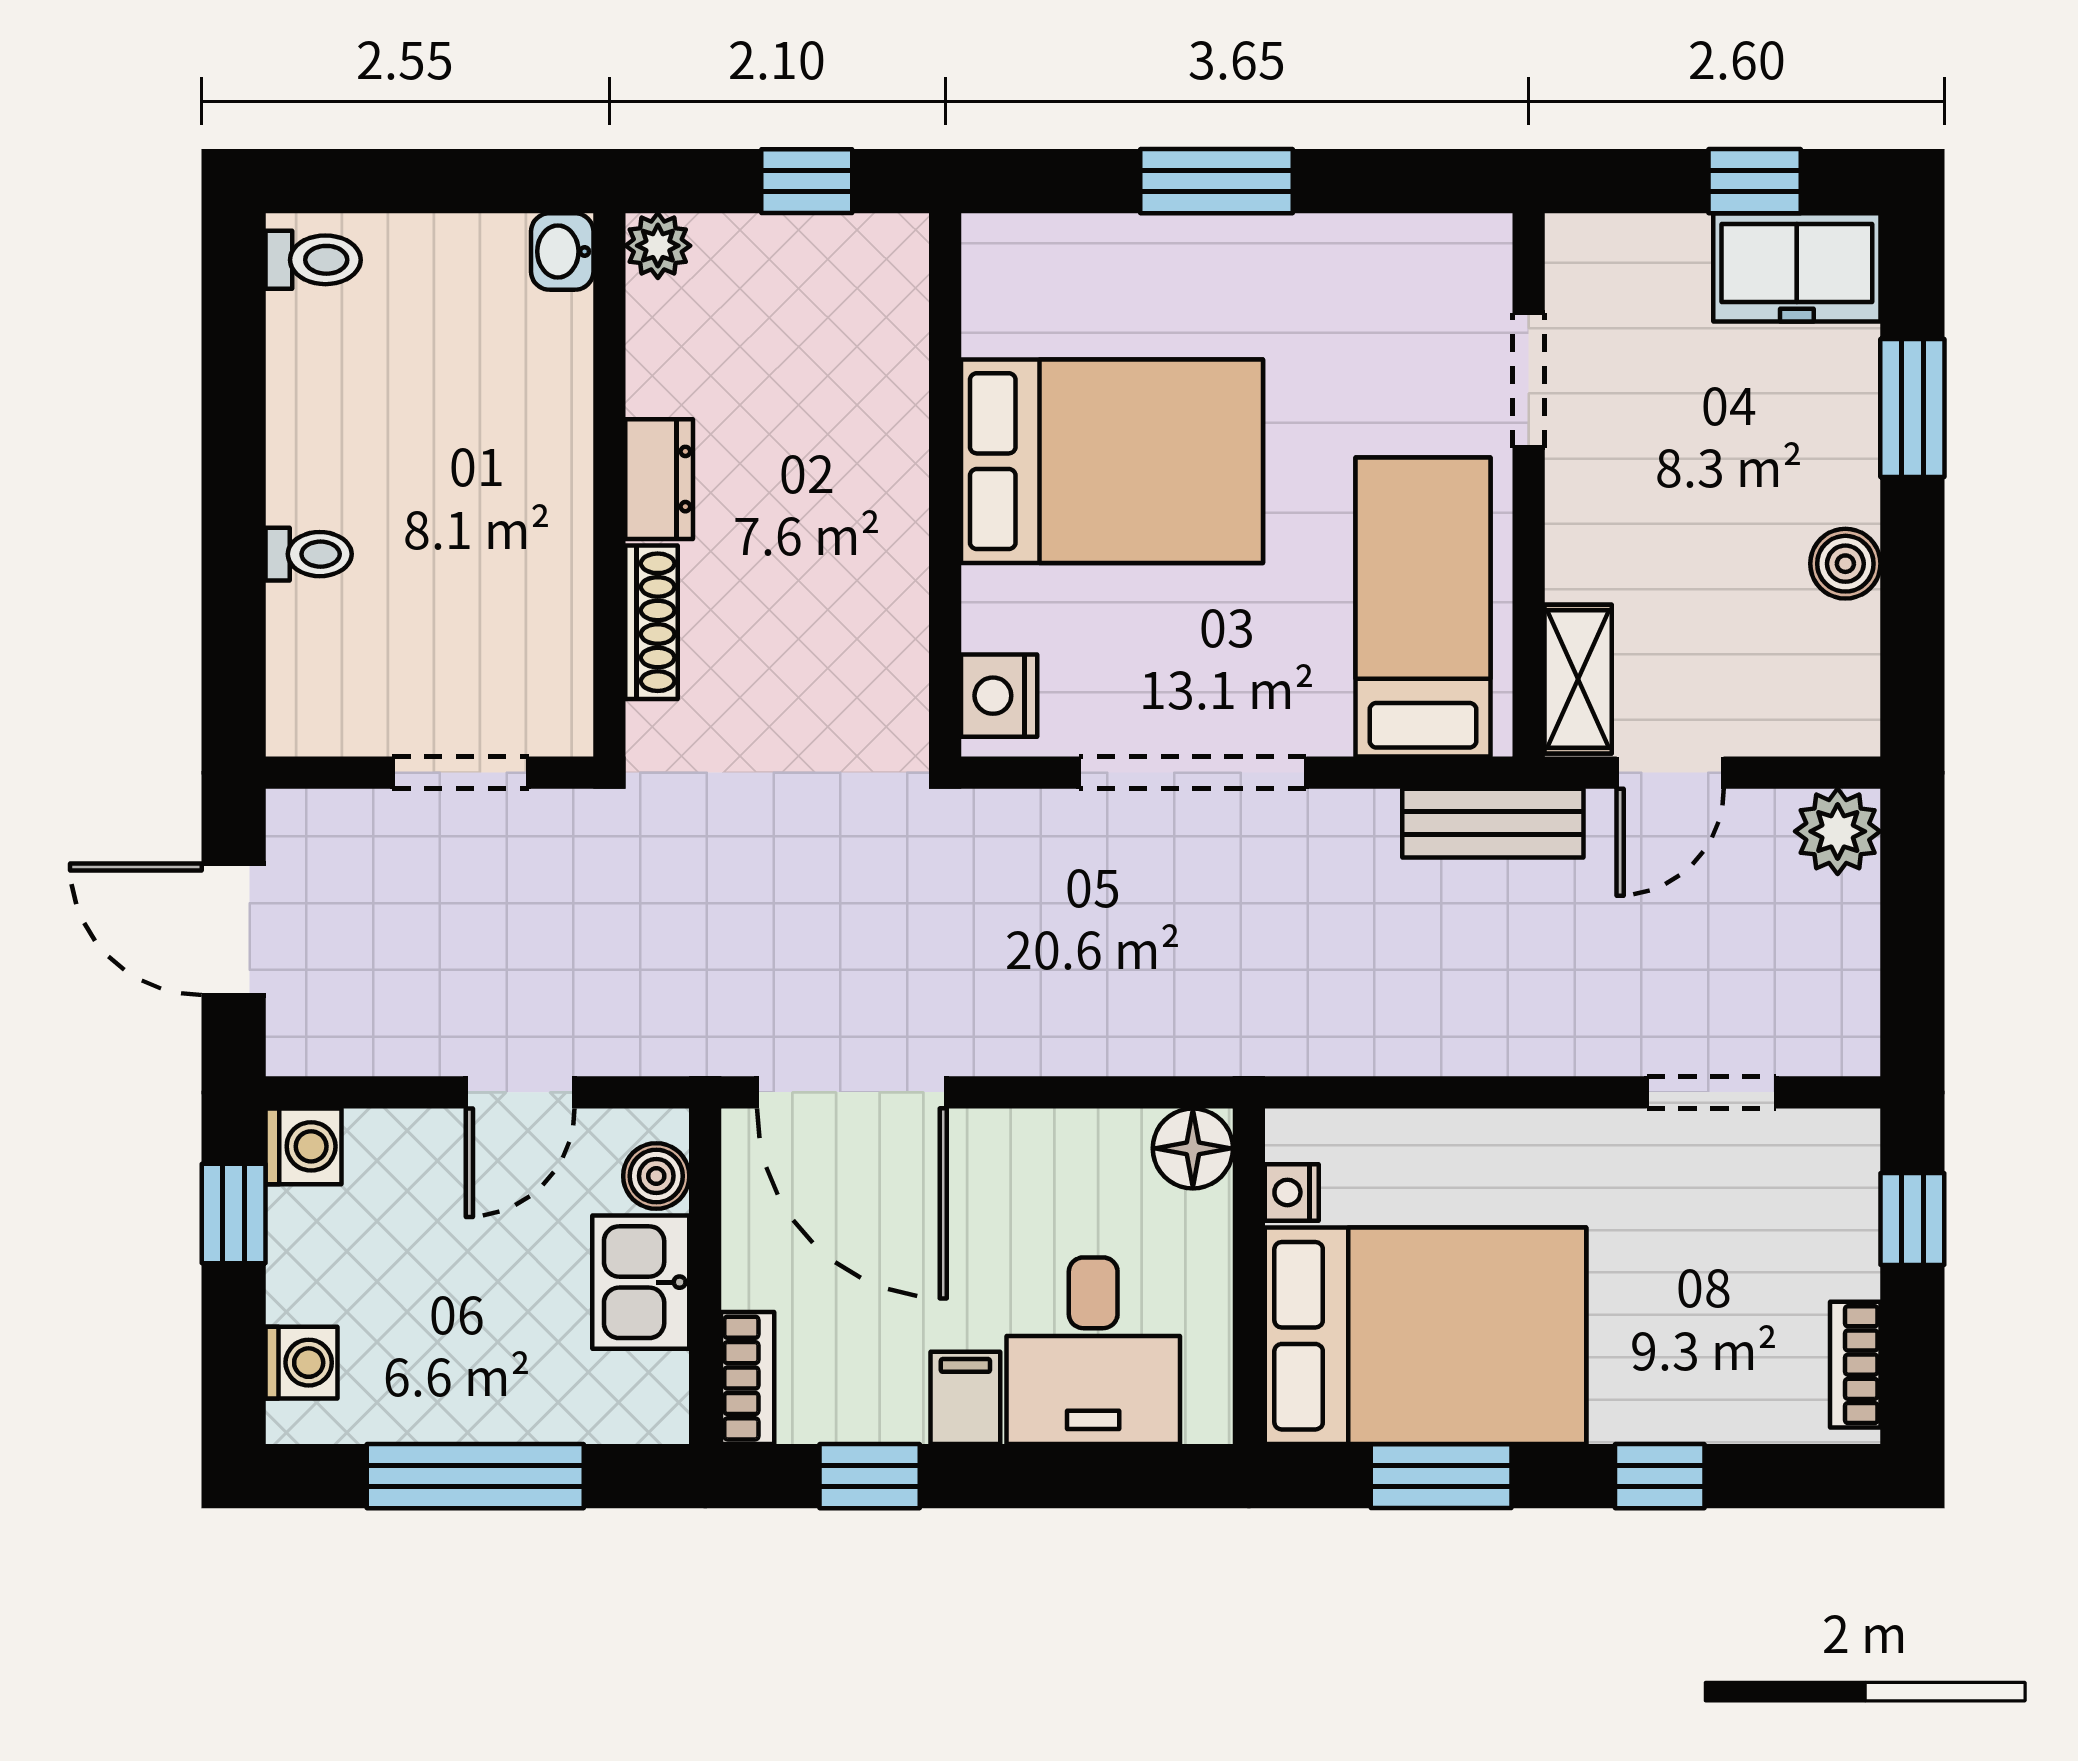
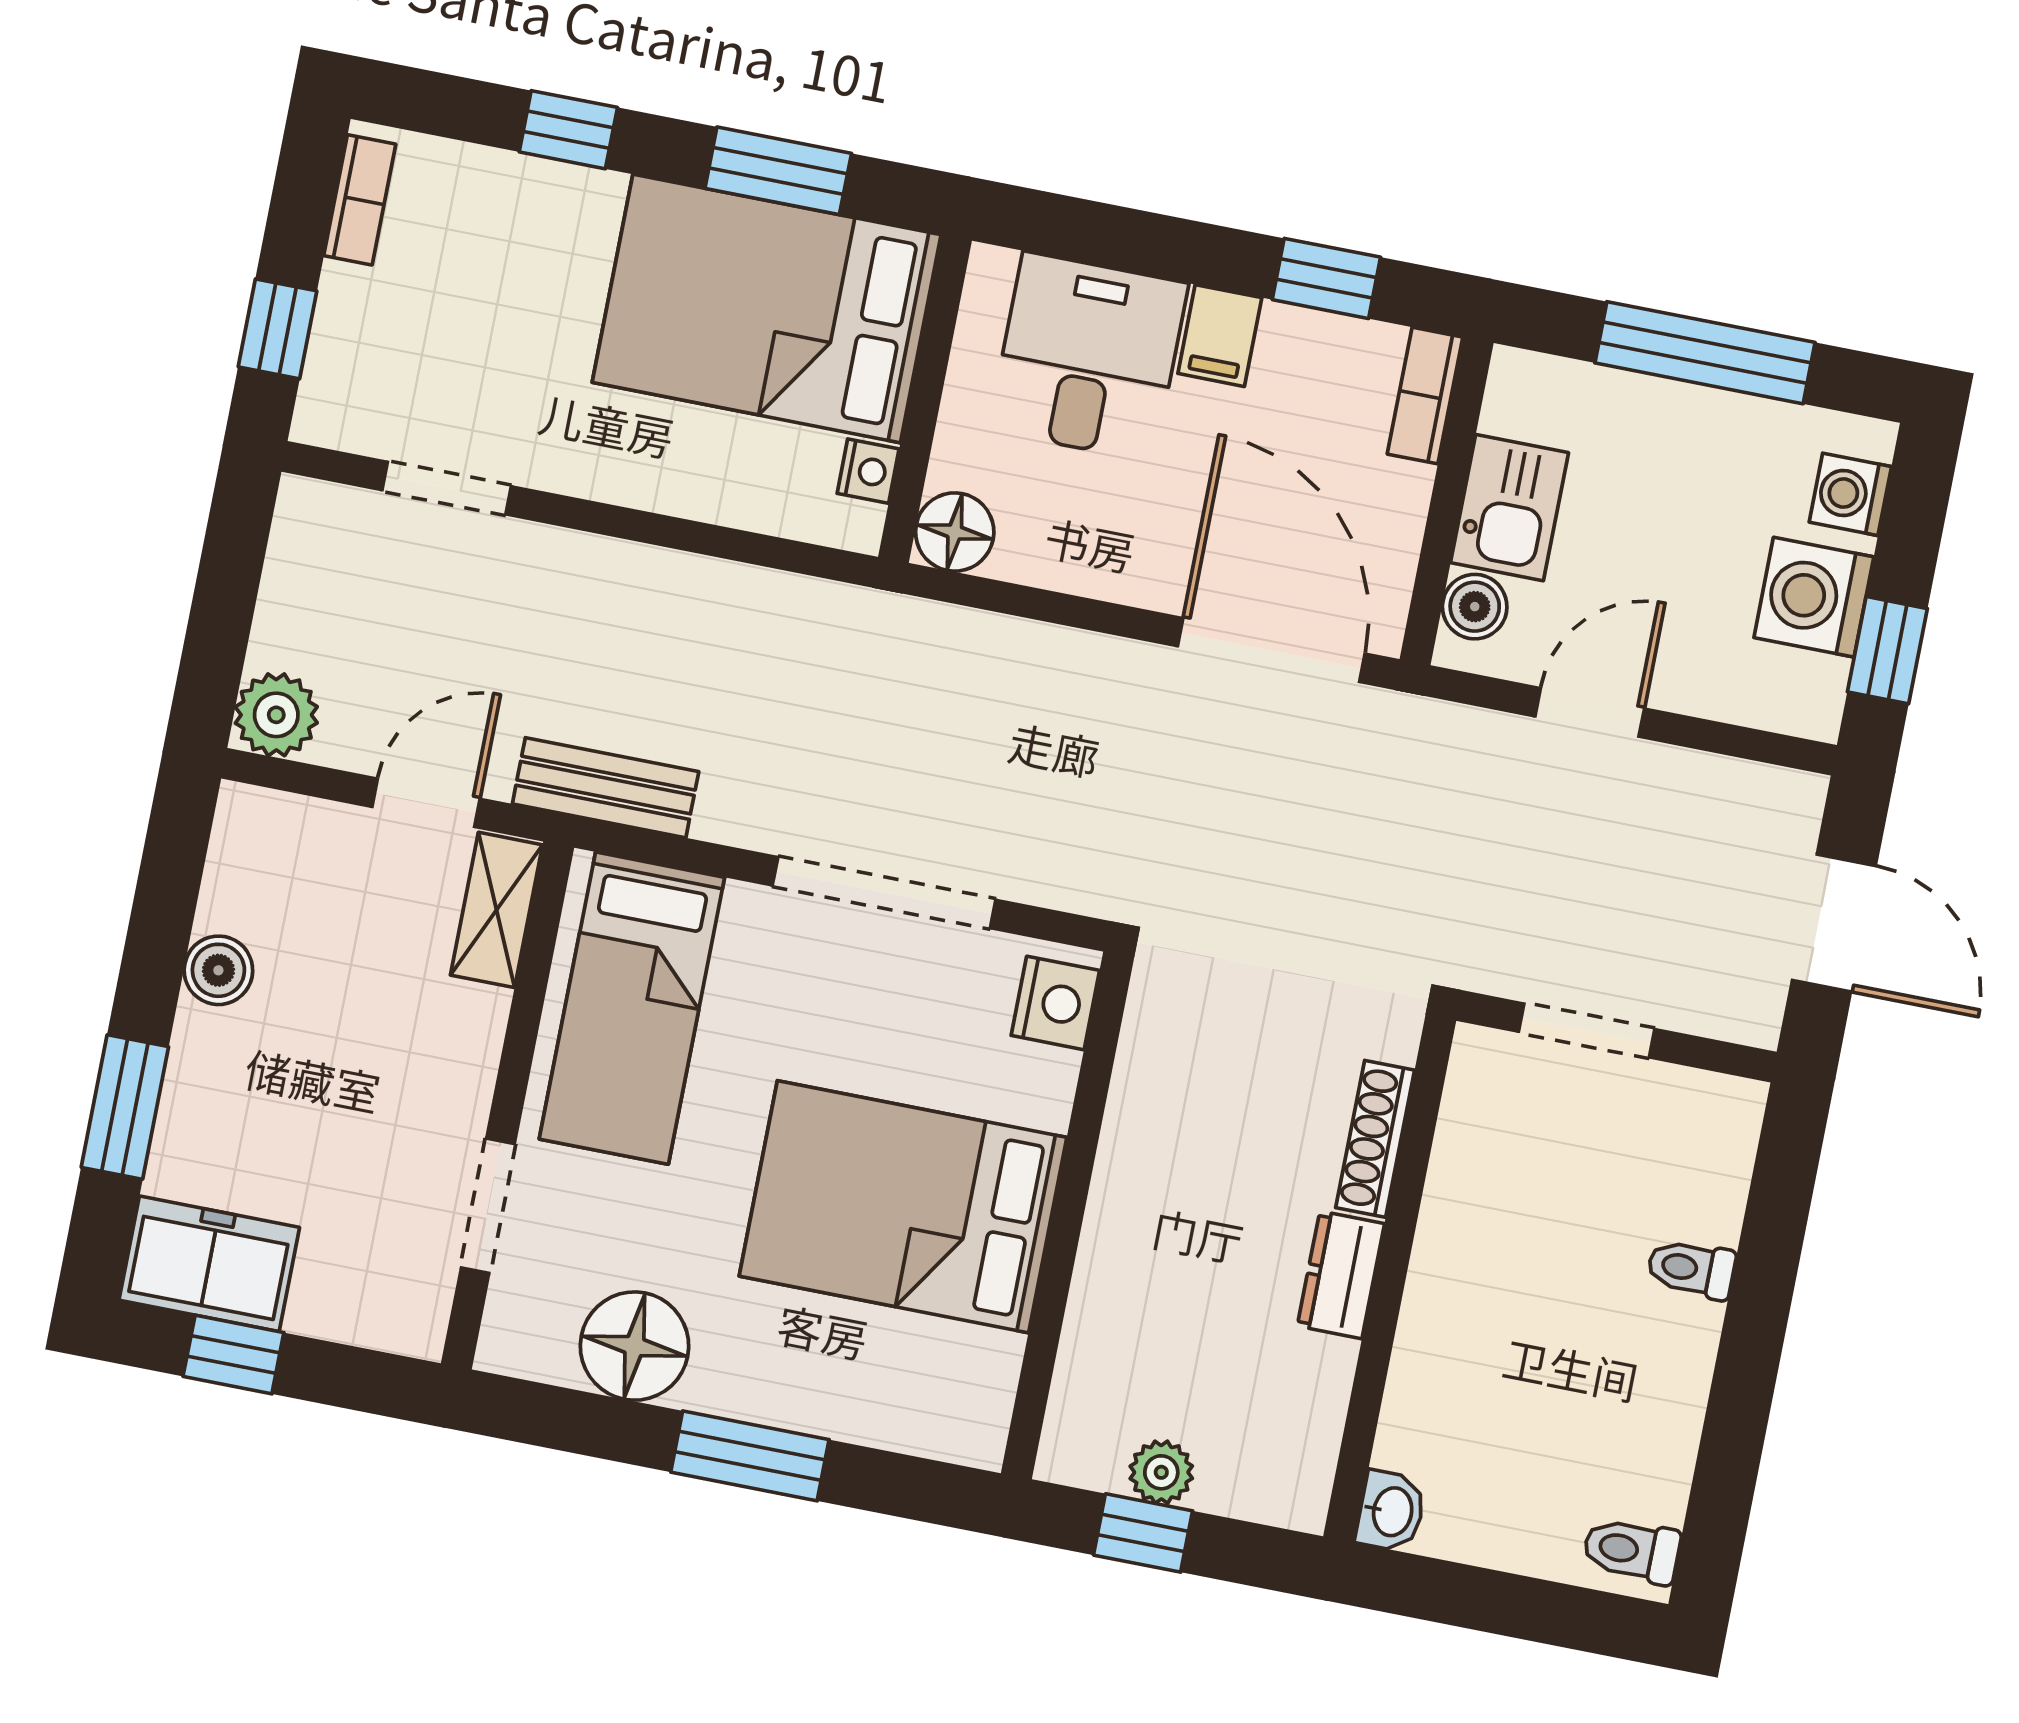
plant: (658, 246) -> (1161, 1472), moved
floor lamp: (1354, 268) -> (634, 1346), added
washing machine: (303, 1146) -> (1814, 597), moved, width x1.38, depth x1.38

